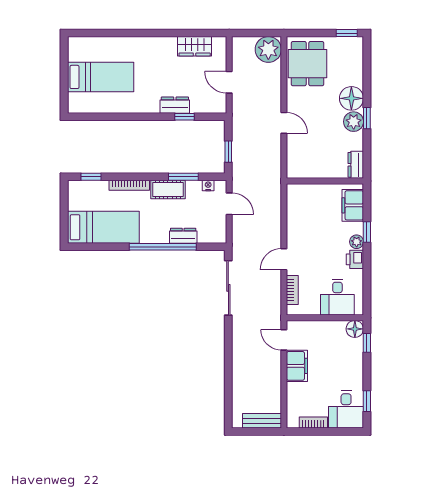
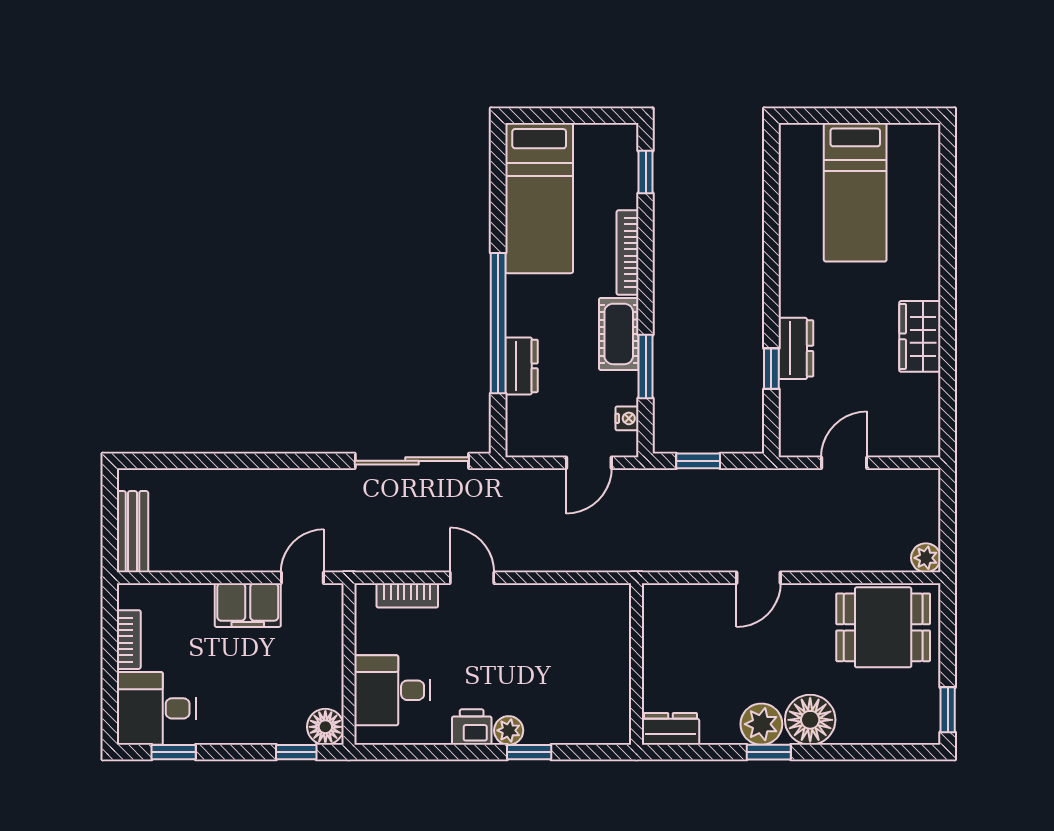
wardrobe: (195, 46) -> (920, 336), moved
plant: (268, 49) -> (926, 558), width x0.53, depth x0.53
filing cabinet: (353, 205) -> (585, 722), removed

